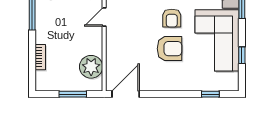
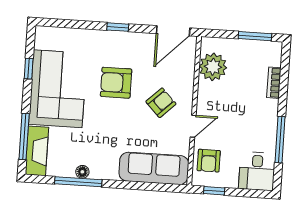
armchair: (172, 18) -> (161, 103), moved, turned 46
window: (73, 94) -> (255, 36), moved
window: (210, 94) -> (118, 27), moved

